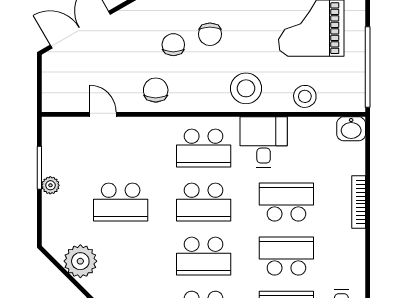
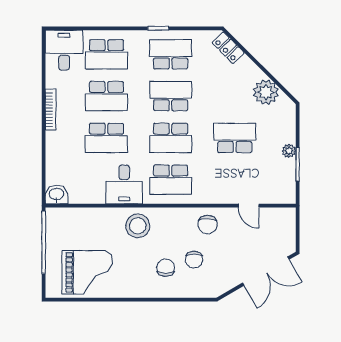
stool: (305, 96) -> (92, 220), removed
school desk: (204, 148) -> (171, 180), turned 180
school desk: (204, 202) -> (171, 138), turned 180
bookcase: (359, 202) -> (51, 110), moved

